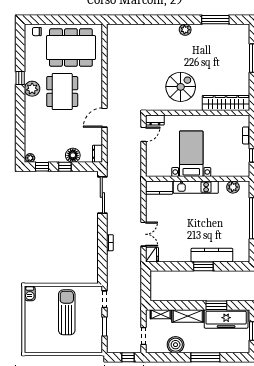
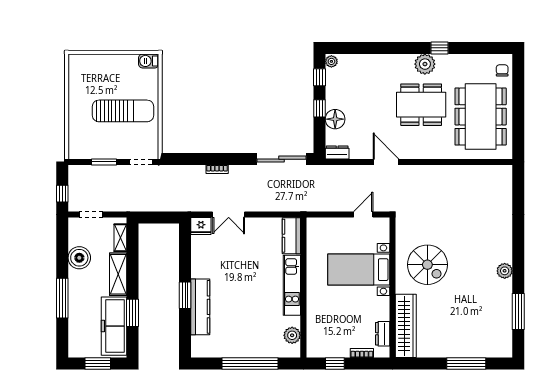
dresser: (155, 120) -> (383, 334), moved
door: (144, 134) -> (363, 215), swing flipped
bed with nightstands: (191, 154) -> (359, 270), moved, turned 180

